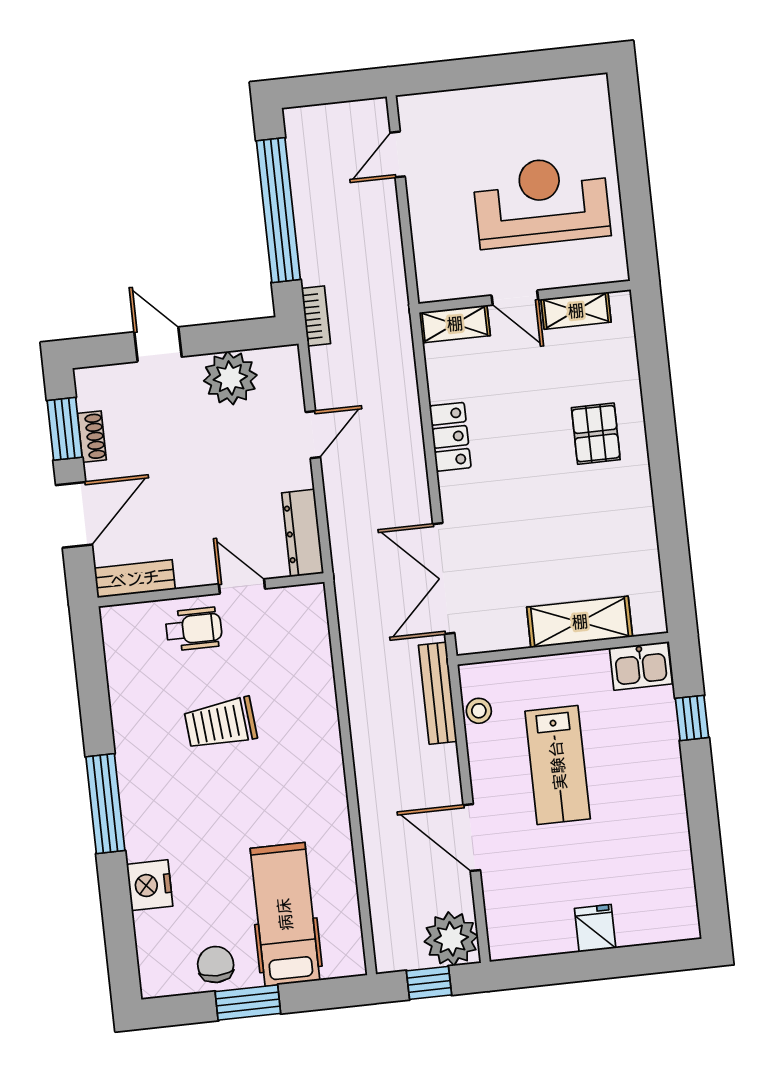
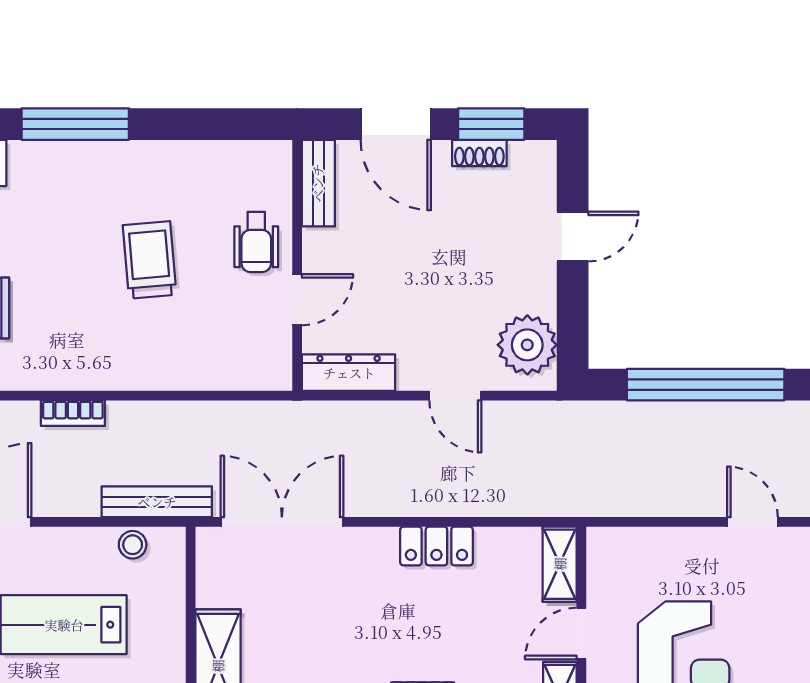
bookcase: (316, 316) -> (73, 413), moved
plant: (230, 378) -> (527, 345), moved

